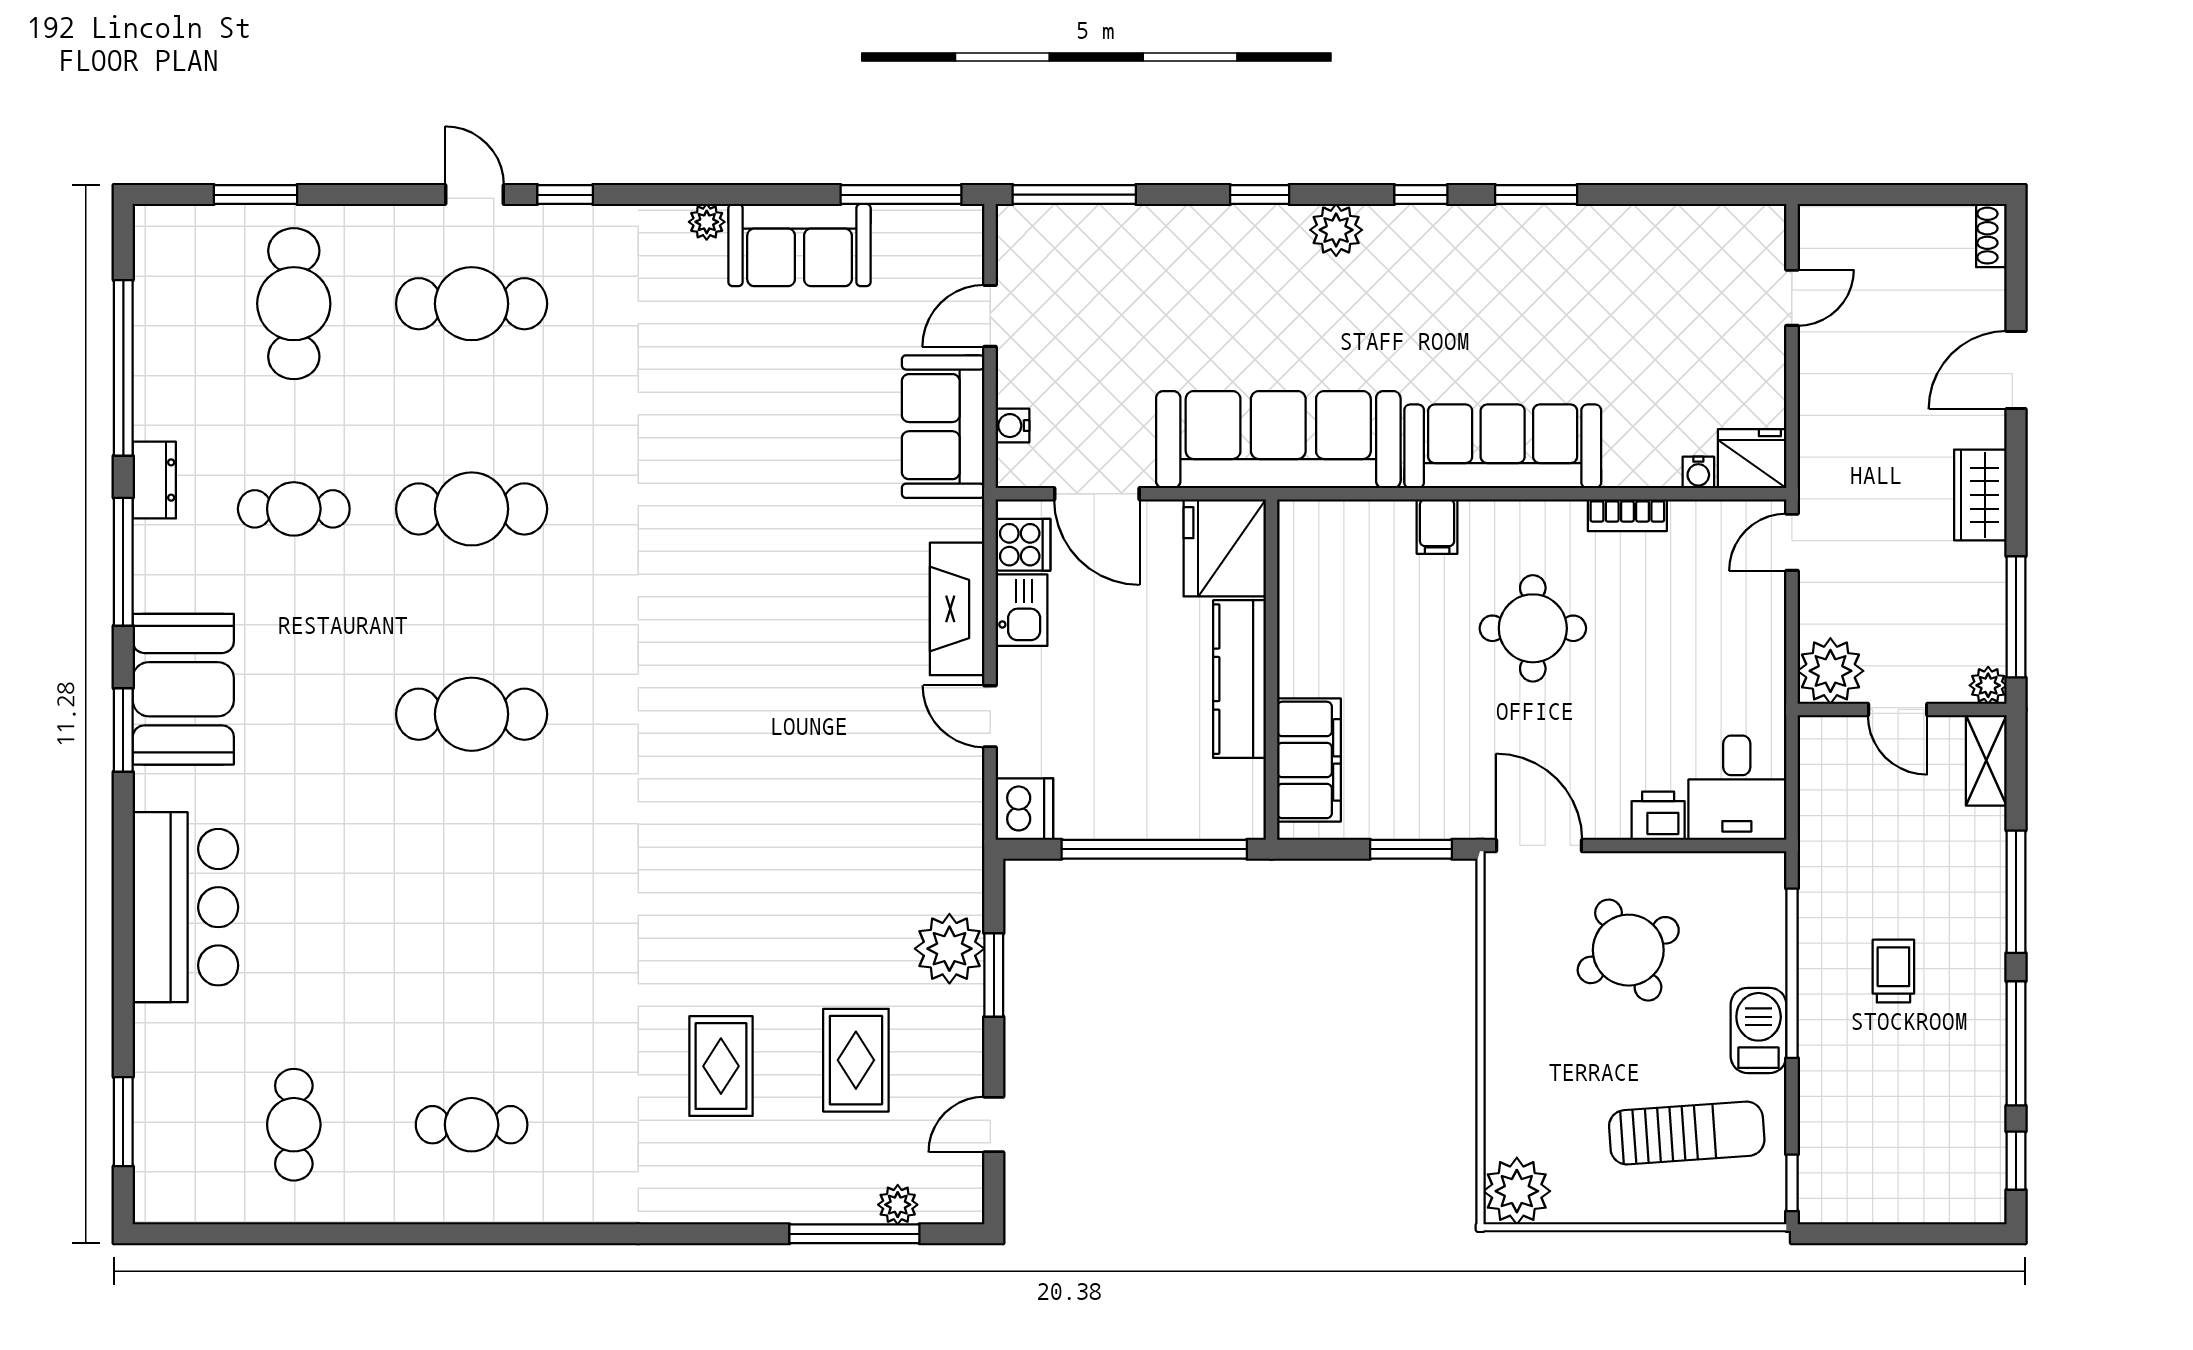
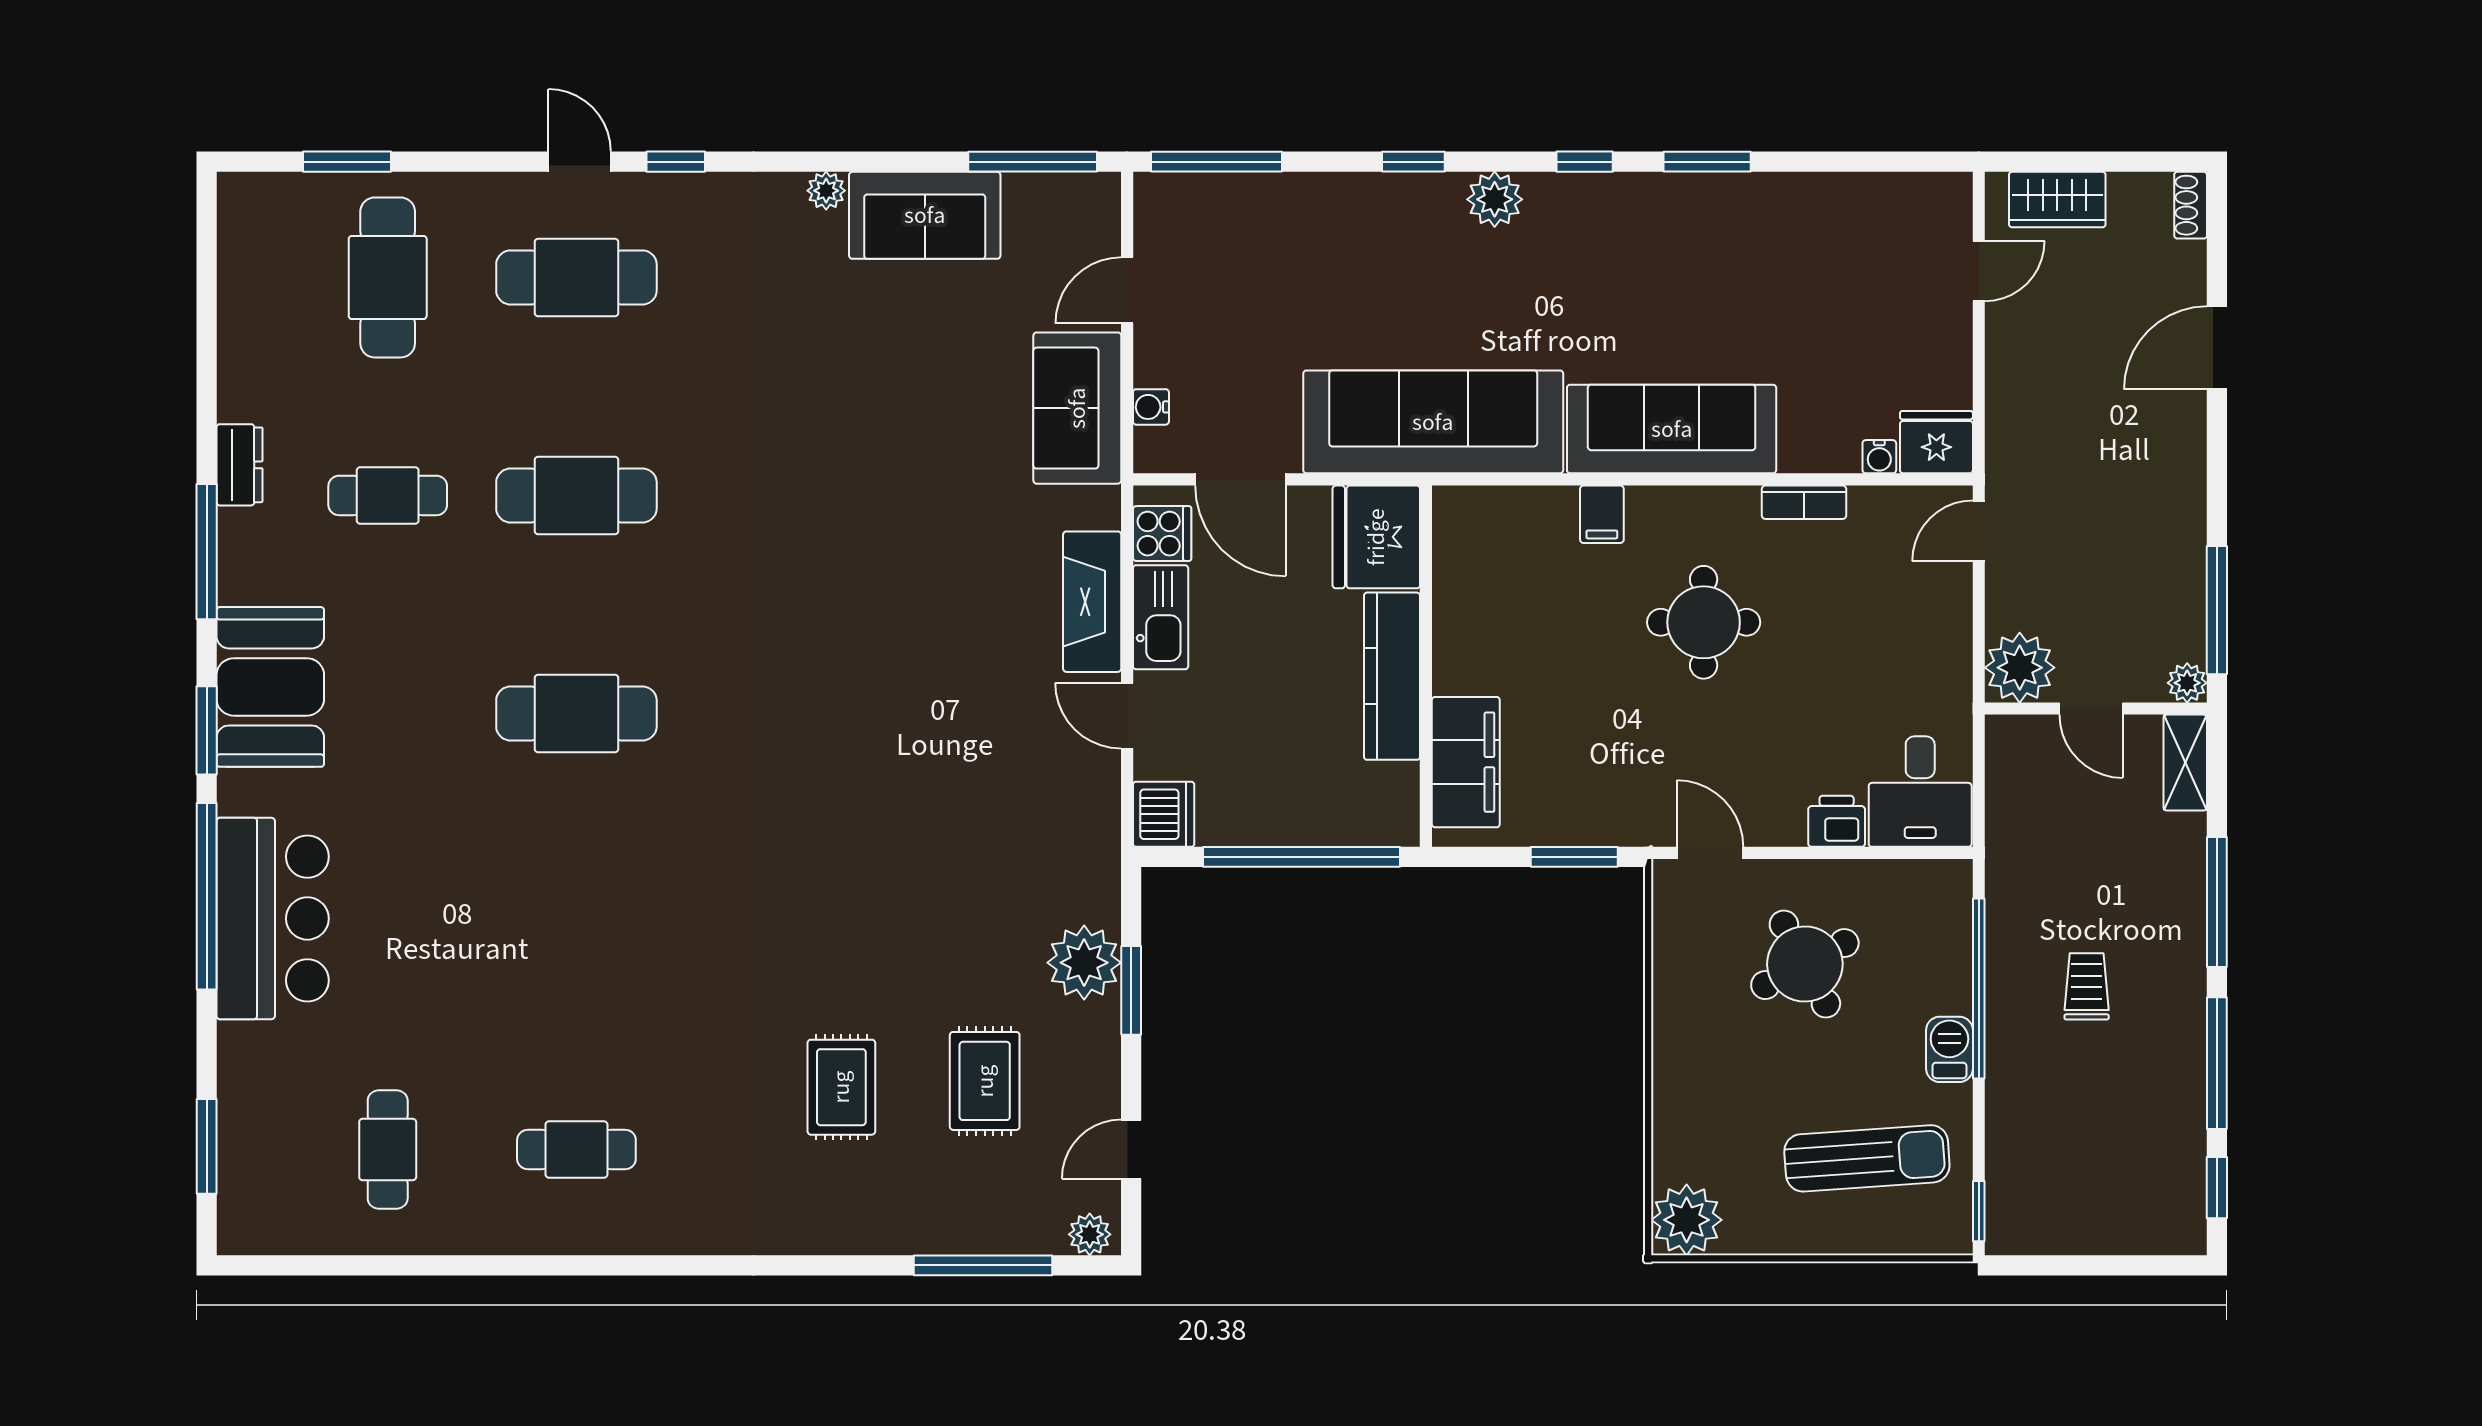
window: (123, 368) -> (207, 896), moved
wardrobe: (1980, 495) -> (2057, 200), moved, turned -90
kitchen sink: (1022, 610) -> (1161, 617), width x1.38
door: (1539, 845) -> (1710, 853), width x0.73
barbecue: (1759, 1030) -> (1949, 1049), width x0.73, depth x0.79
plant: (898, 1205) -> (1090, 1234), moved

